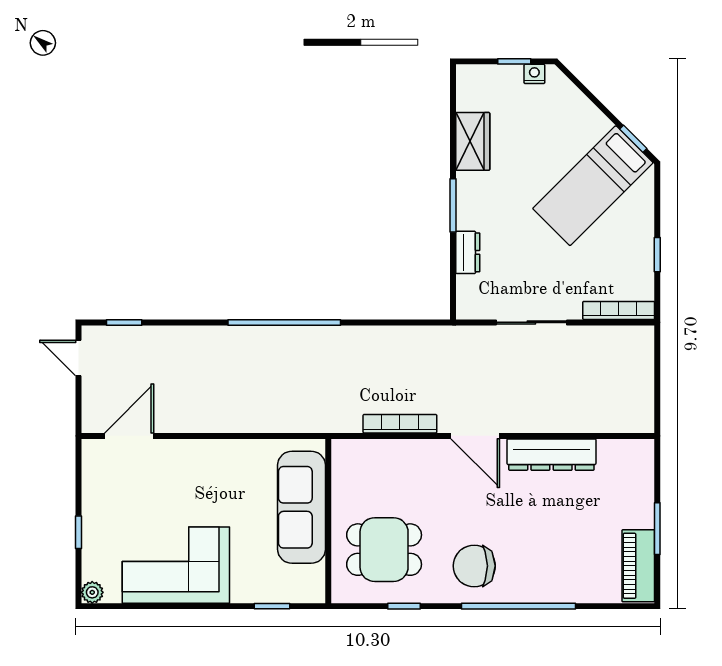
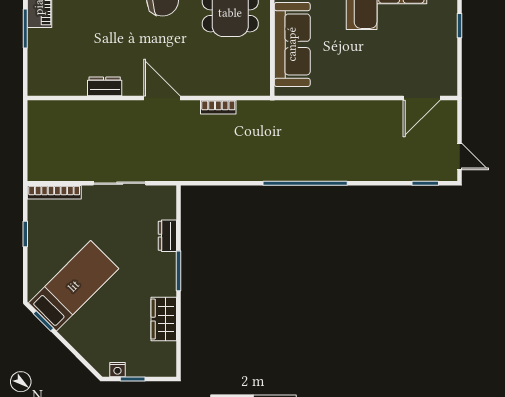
bookcase: (400, 424) -> (218, 107), width x0.64
dresser: (551, 455) -> (105, 86), width x0.51, depth x0.80

